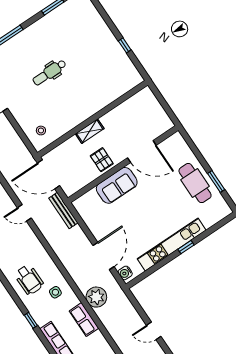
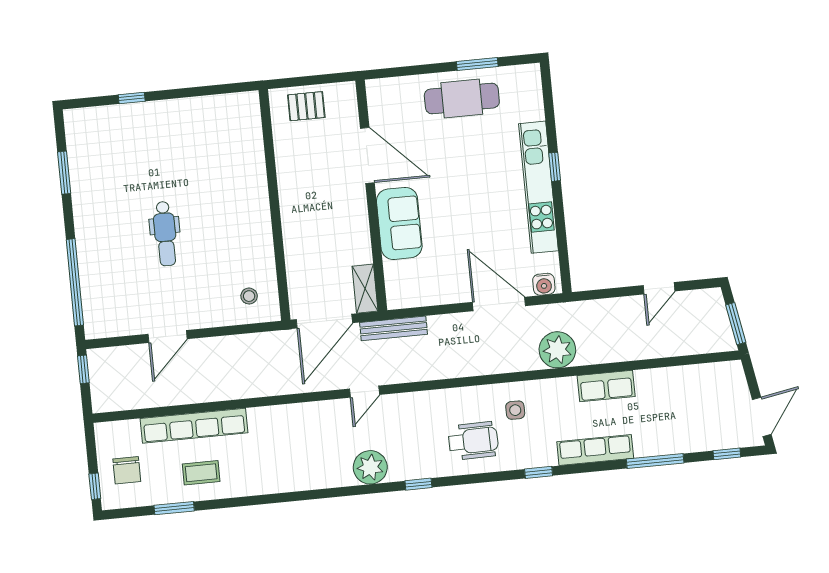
window: (125, 45) -> (132, 98), moved
shelving: (90, 131) -> (365, 289), moved
door: (142, 152) -> (367, 155), hinge flipped
pallet: (102, 160) -> (306, 106), moved
row of seats: (84, 320) -> (606, 386), moved

